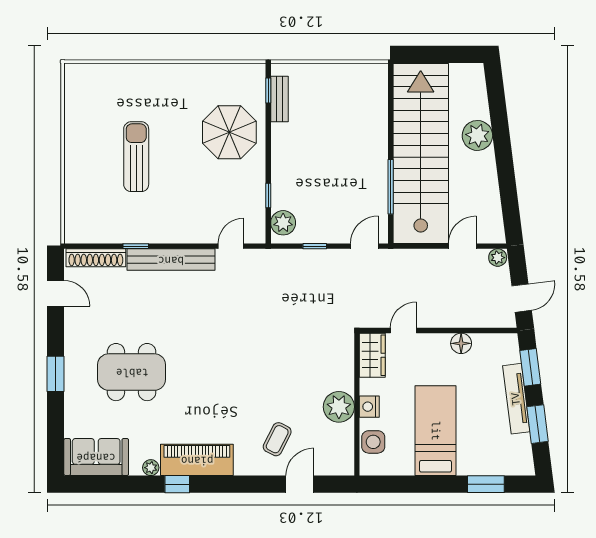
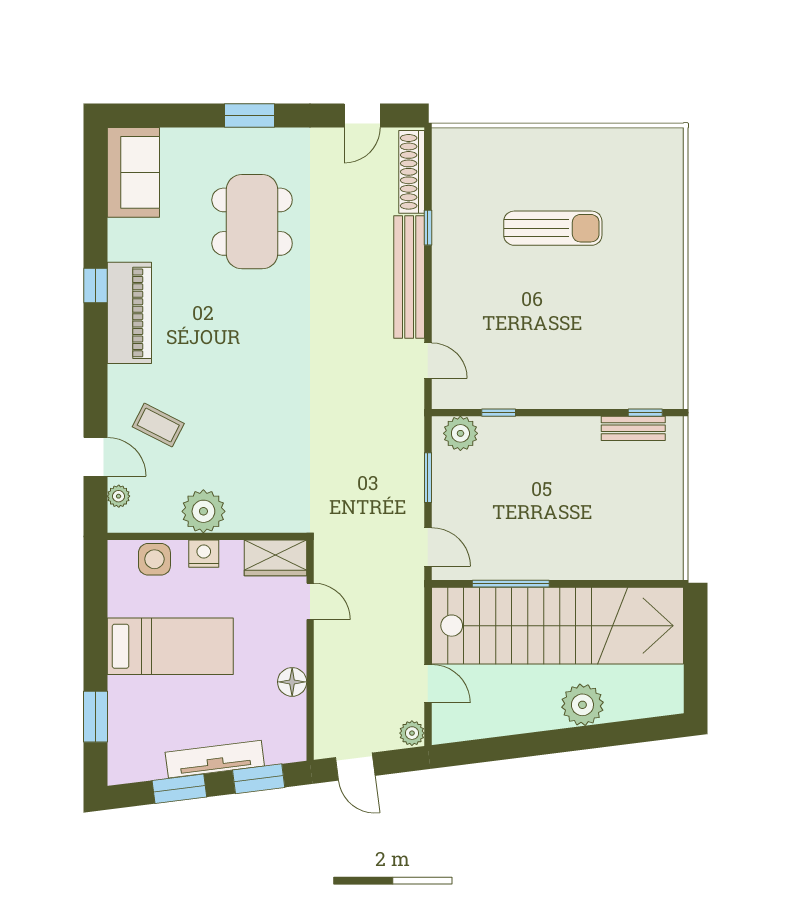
parasol: (229, 132) -> (587, 358), removed
window: (315, 246) -> (428, 478), width x1.50
plant: (151, 468) -> (119, 496), moved

